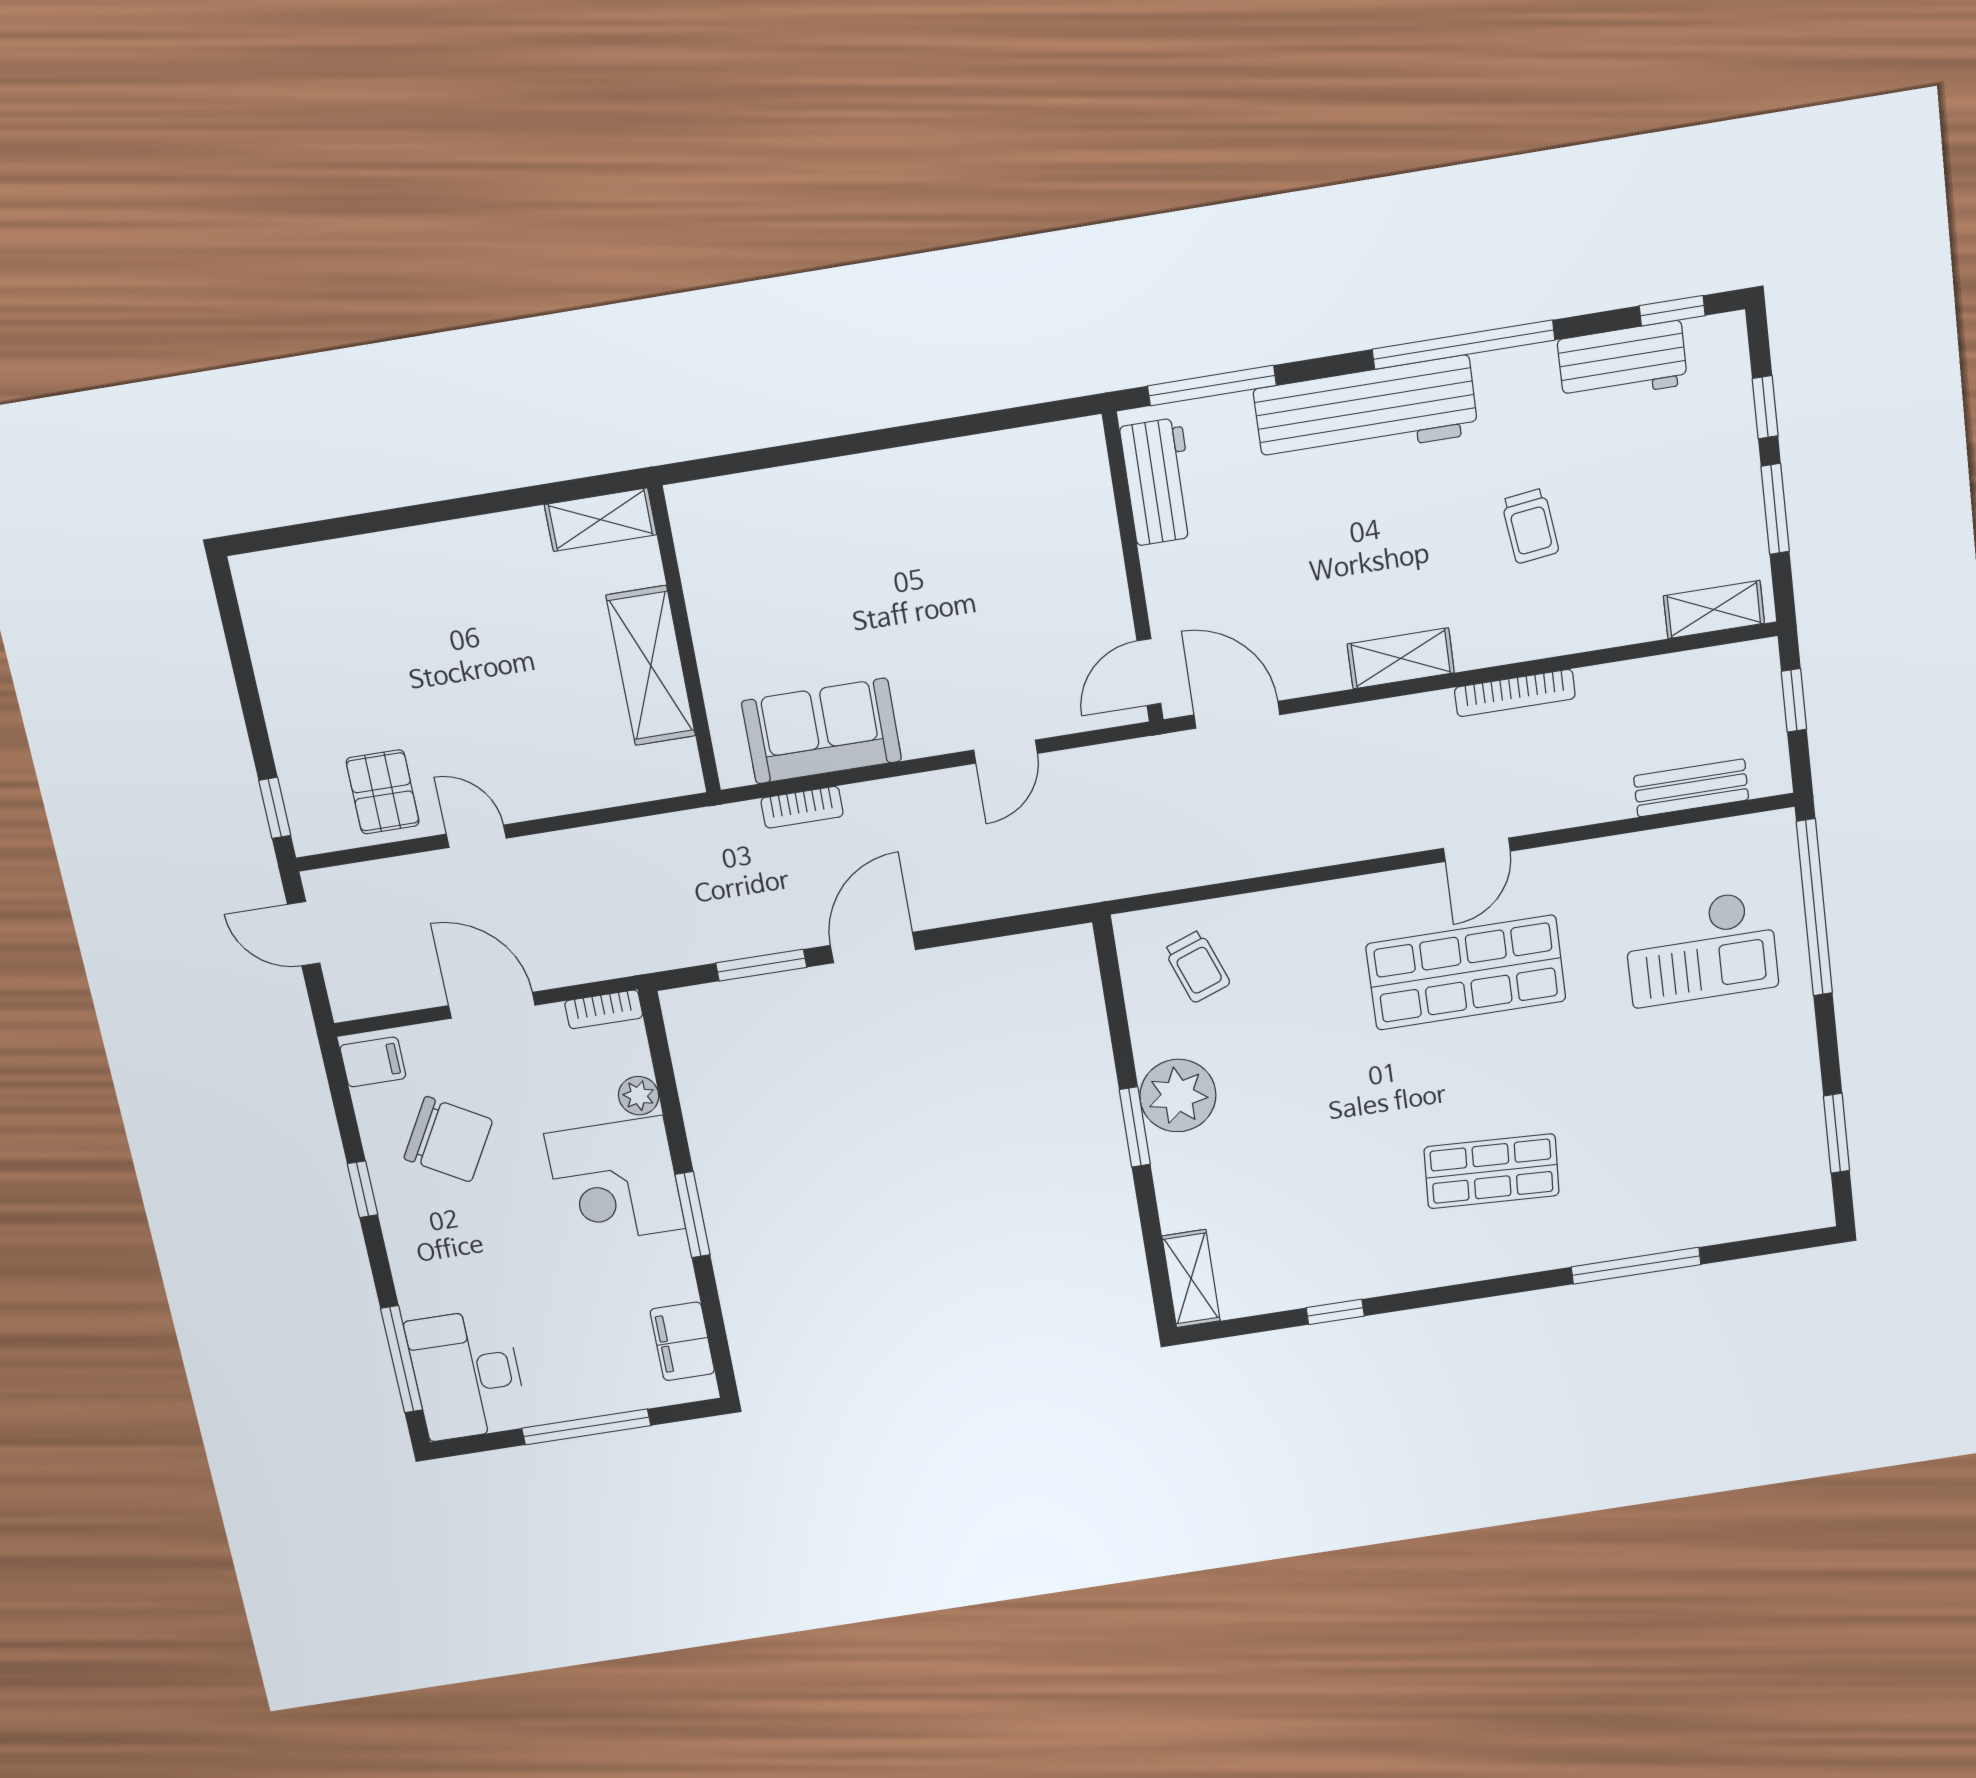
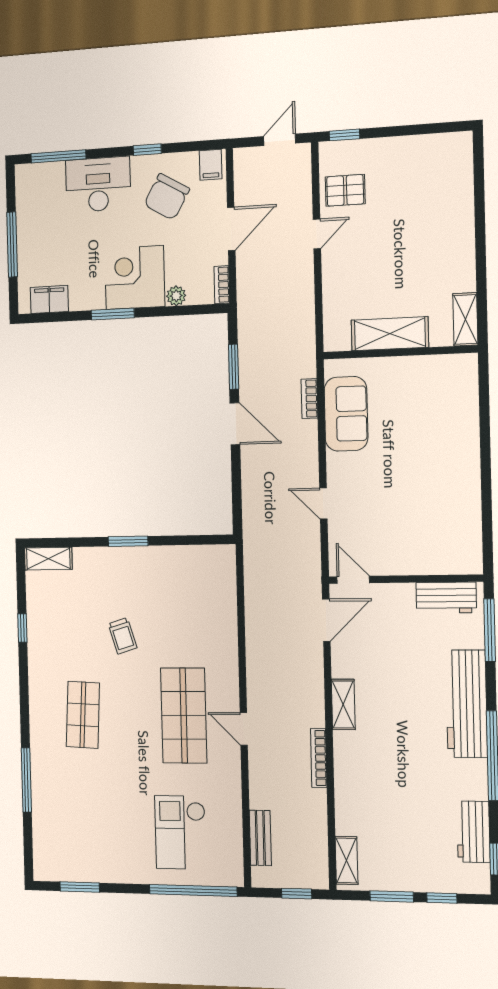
trolley: (1530, 526) -> (400, 776), removed
trolley: (1197, 966) -> (123, 636), moved, turned -87
plant: (1178, 1096) -> (141, 565), removed
desk: (467, 1375) -> (98, 185), moved

